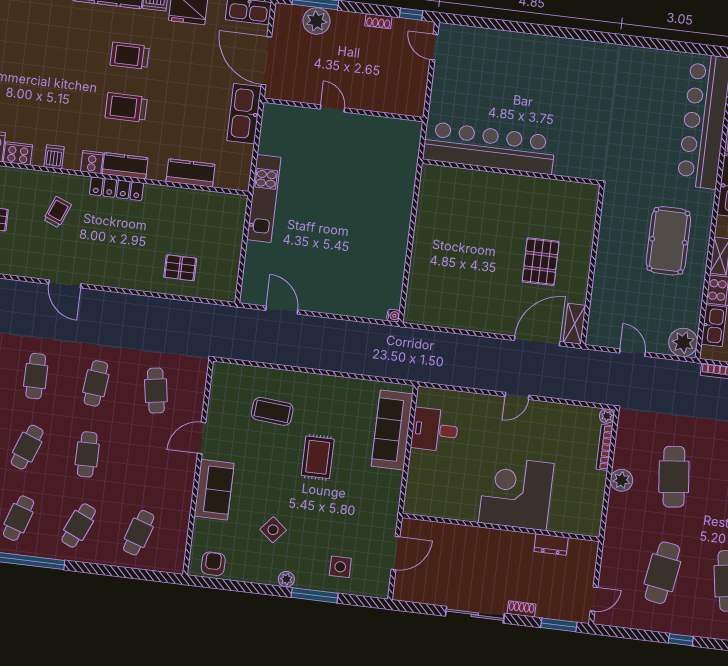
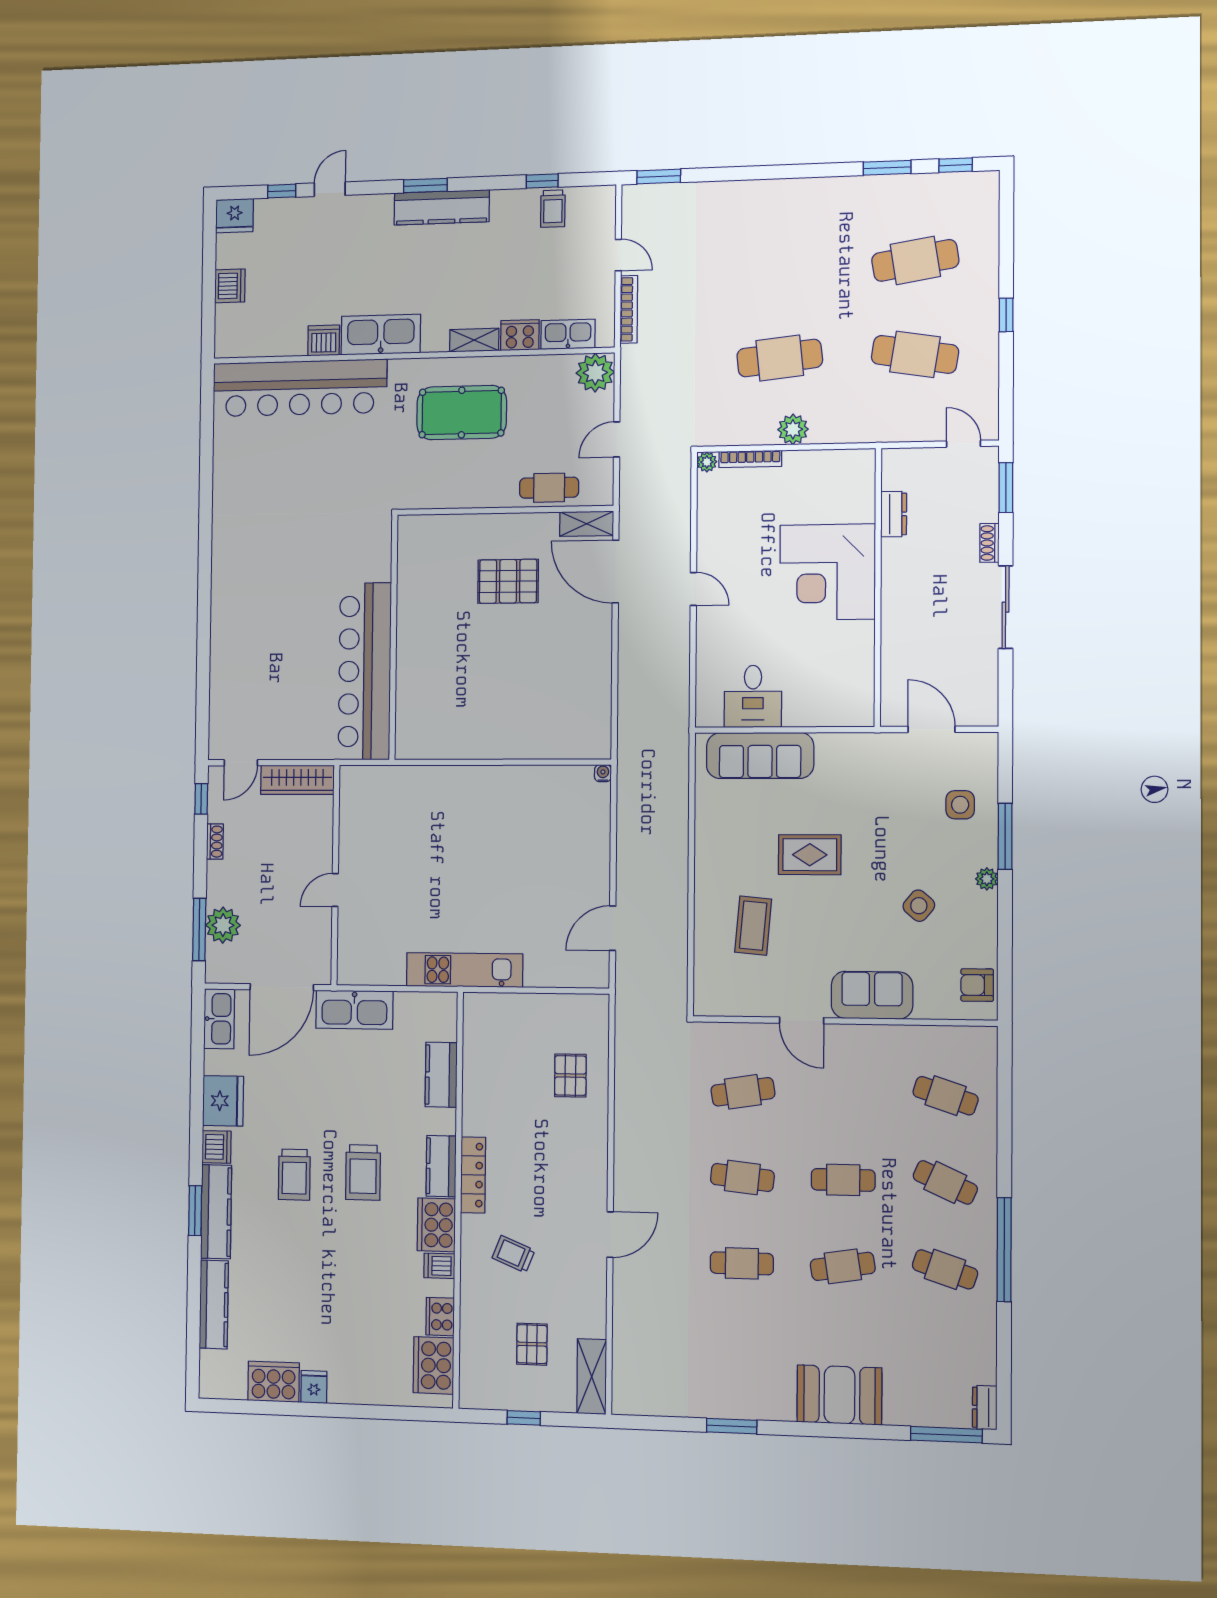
wardrobe: (416, 89) -> (297, 780), added
cooker: (92, 162) -> (436, 1225), width x1.87, depth x1.31
cafe table: (604, 299) -> (549, 488), added
cafe table: (27, 447) -> (843, 1266), turned -30

